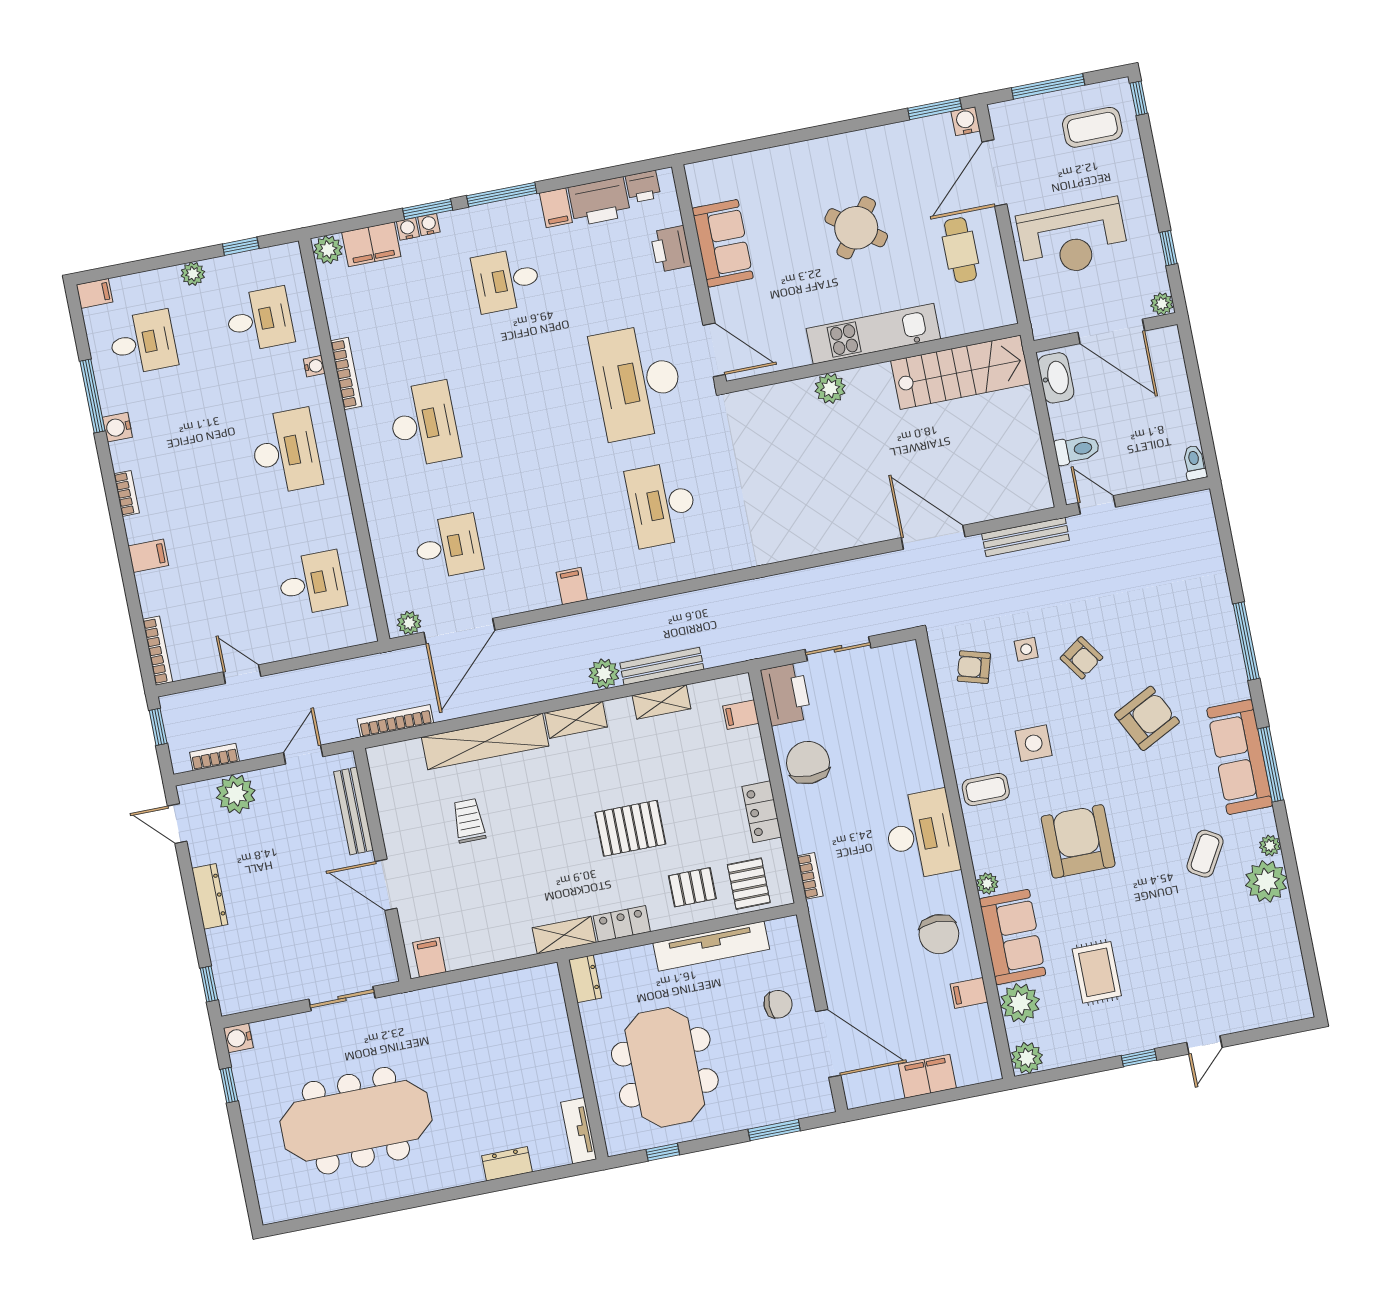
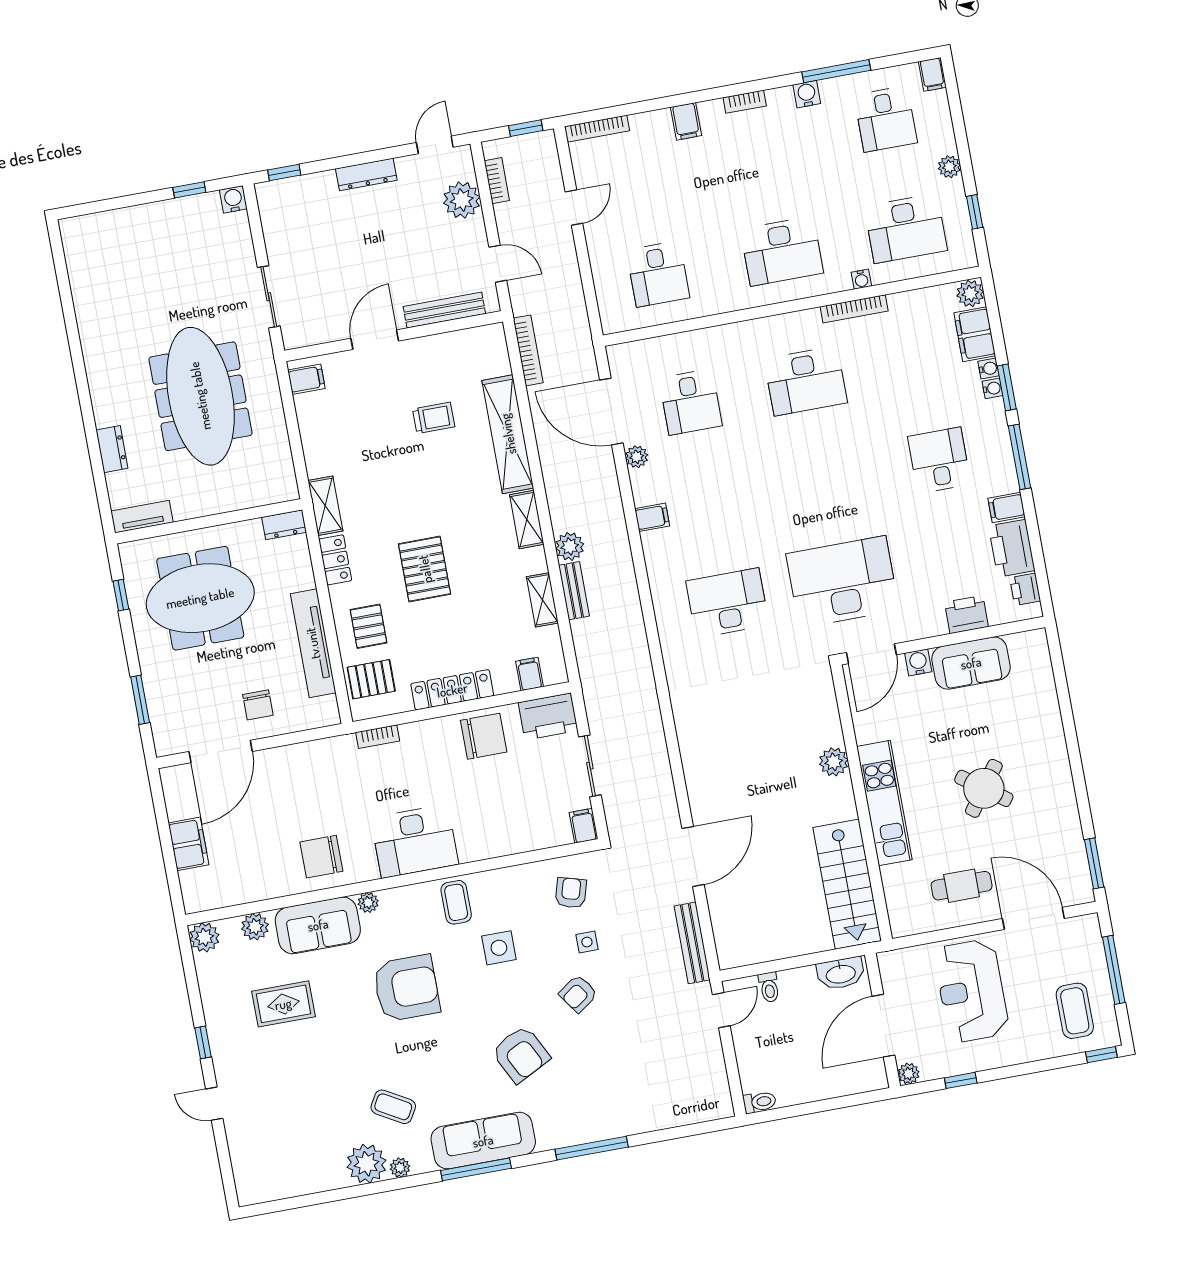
water cooler: (966, 121) -> (918, 662), moved, turned -90
desk: (259, 320) -> (906, 228), width x1.37
toilet: (1077, 449) -> (769, 987), width x0.73, depth x0.72
plant: (409, 623) -> (637, 457), moved
bench: (662, 666) -> (574, 591), width x0.73
locker: (762, 812) -> (452, 690), width x1.53
filing cabinet: (969, 993) -> (584, 826), moved
plant: (1020, 1003) -> (255, 927), width x0.73, depth x0.73
meeting table: (356, 1121) -> (200, 396), moved

